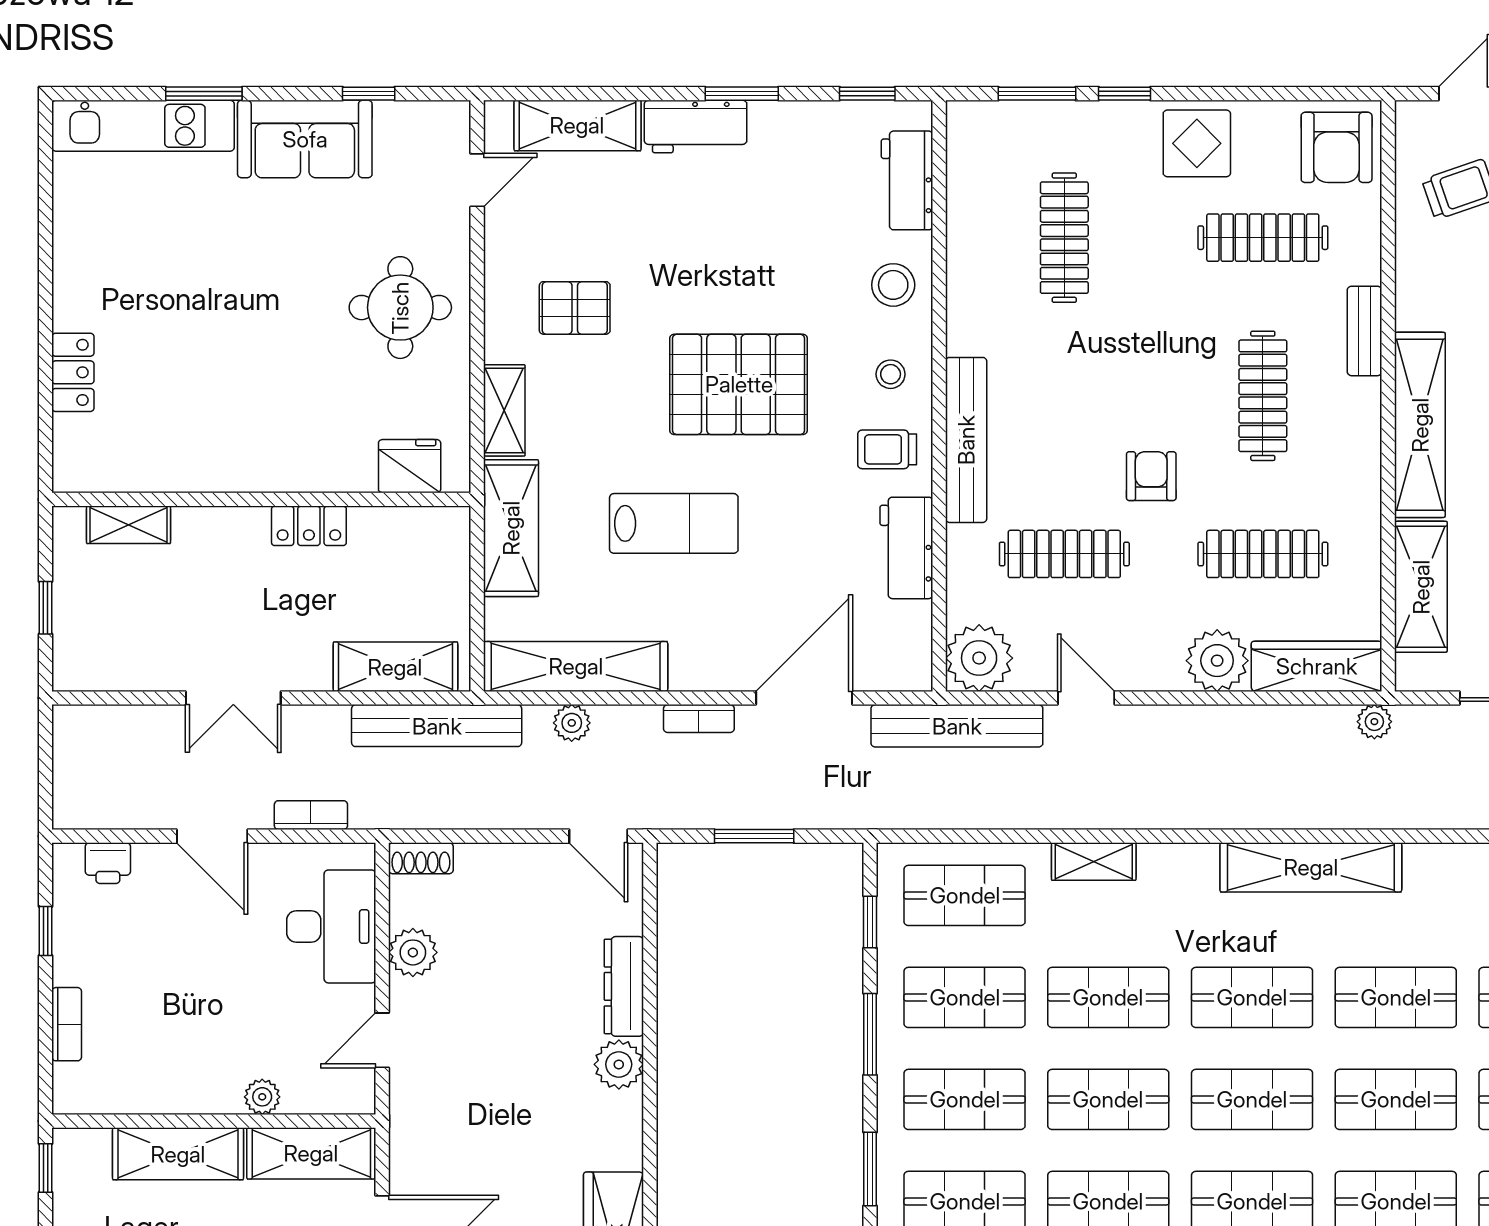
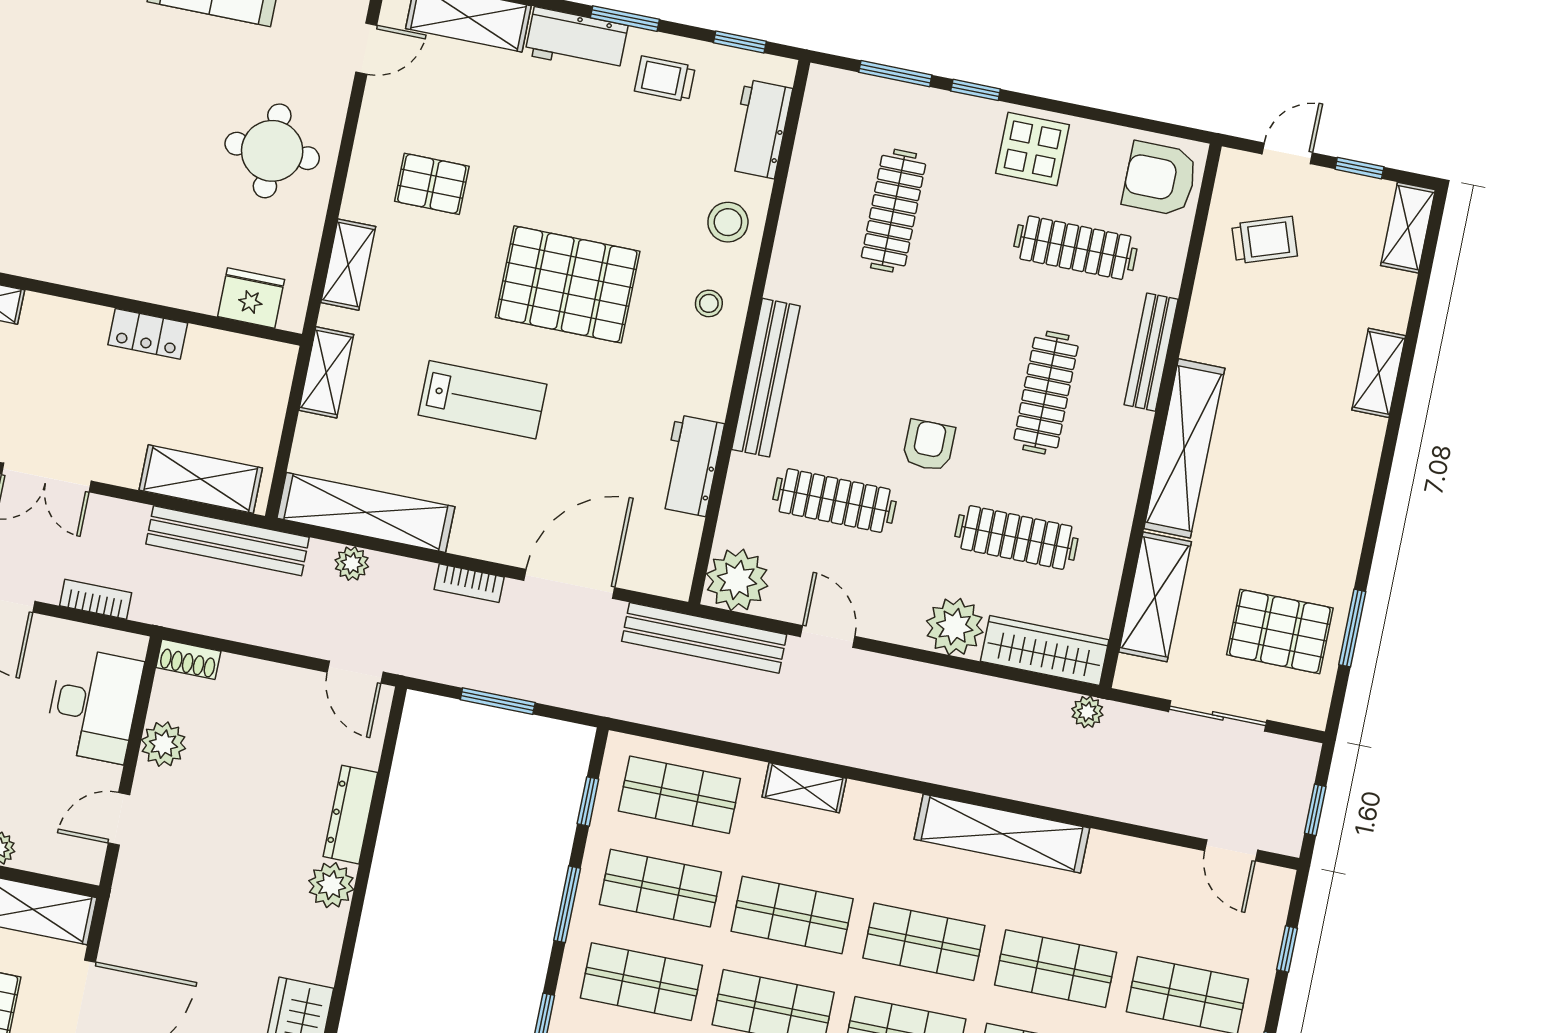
armchair: (1337, 147) -> (1160, 179), turned 90
bench: (1364, 331) -> (1151, 352), width x1.36
trolley: (887, 449) -> (665, 79), moved
shelving: (511, 528) -> (326, 372), width x0.67, depth x0.75

